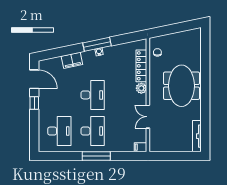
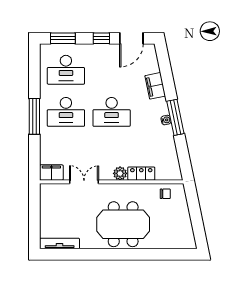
locker: (141, 66) -> (141, 174), width x0.66
window: (34, 133) -> (63, 38), added
filing cabinet: (141, 147) -> (51, 173), width x2.00

